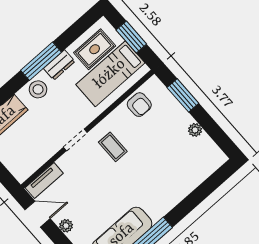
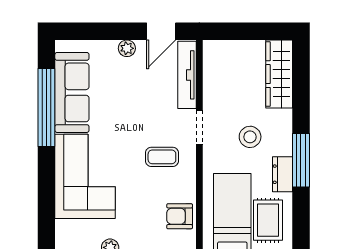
stool: (38, 89) -> (250, 137), moved
tv unit: (44, 180) -> (187, 75), width x1.41
corner sofa: (166, 183) -> (85, 176), added

